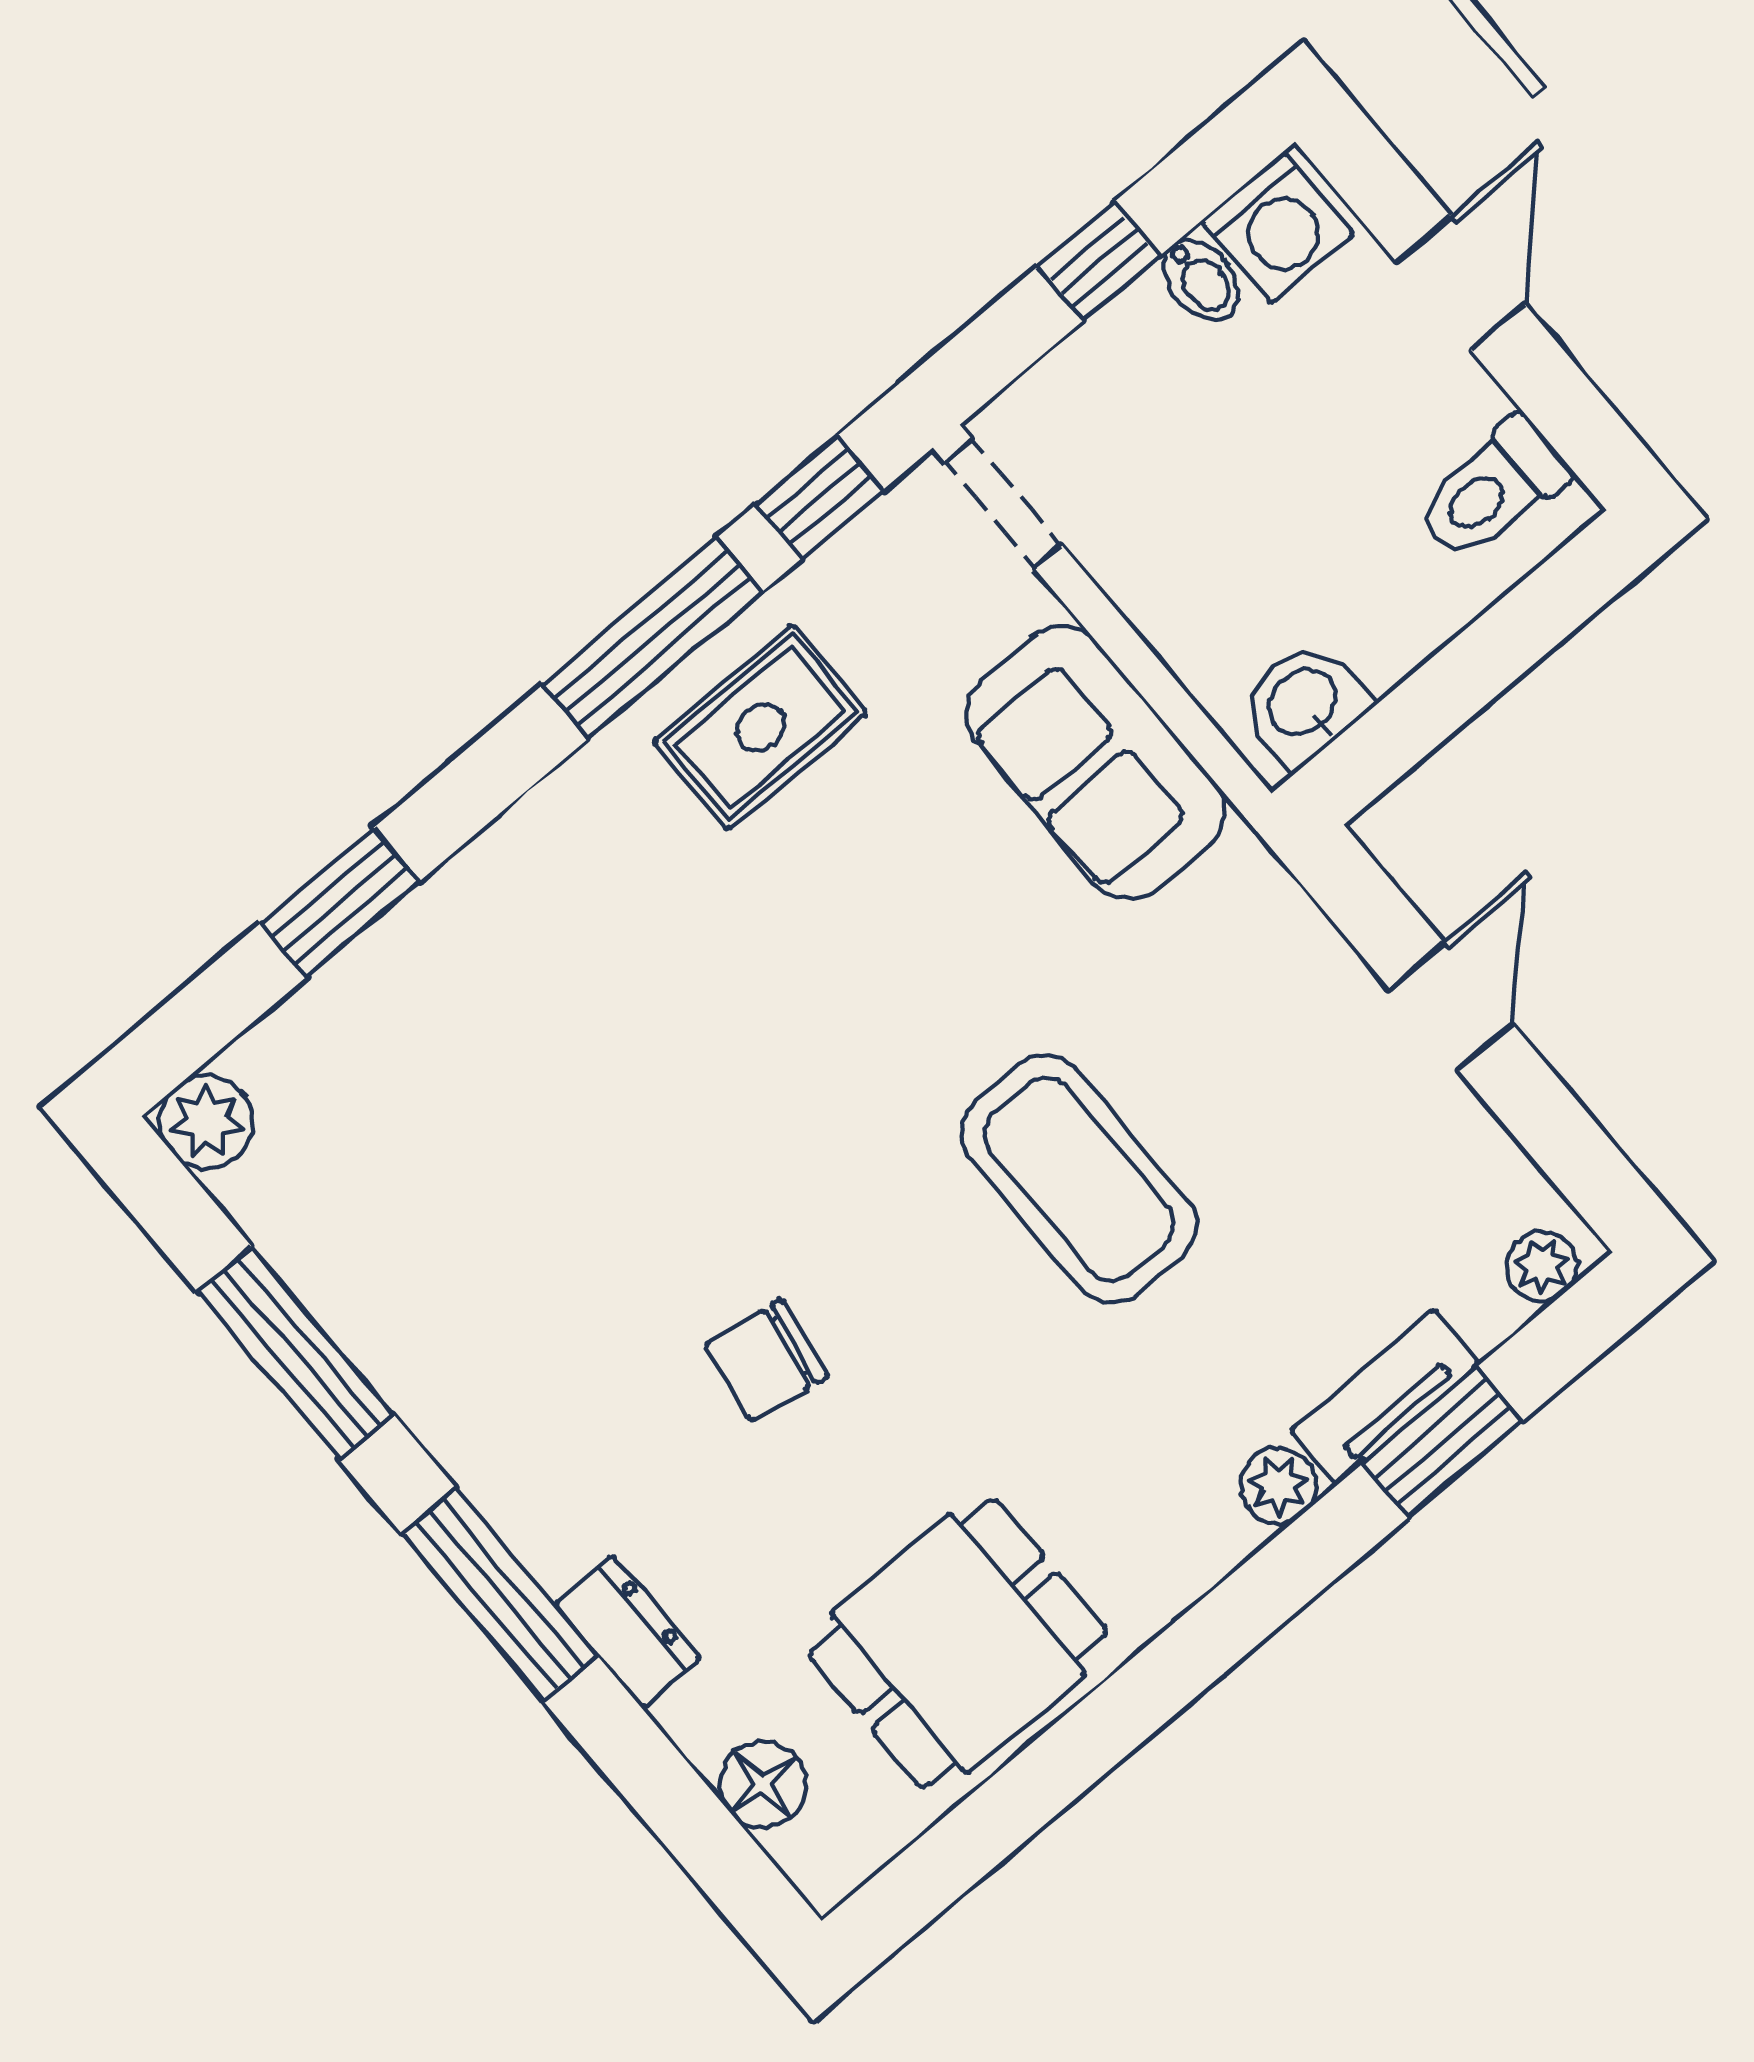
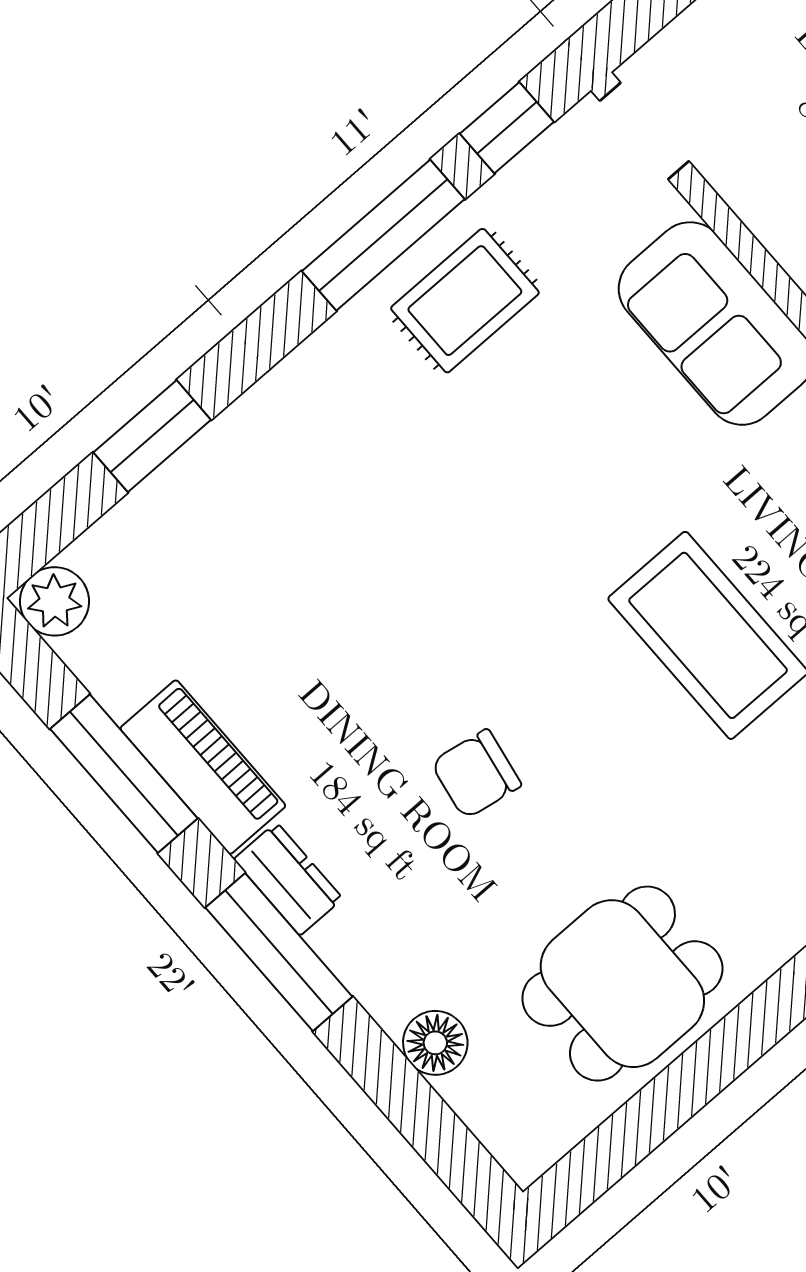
piano: (401, 1346) -> (203, 767), added
dresser: (627, 1632) -> (288, 879), moved
floor lamp: (763, 1785) -> (435, 1043), moved

